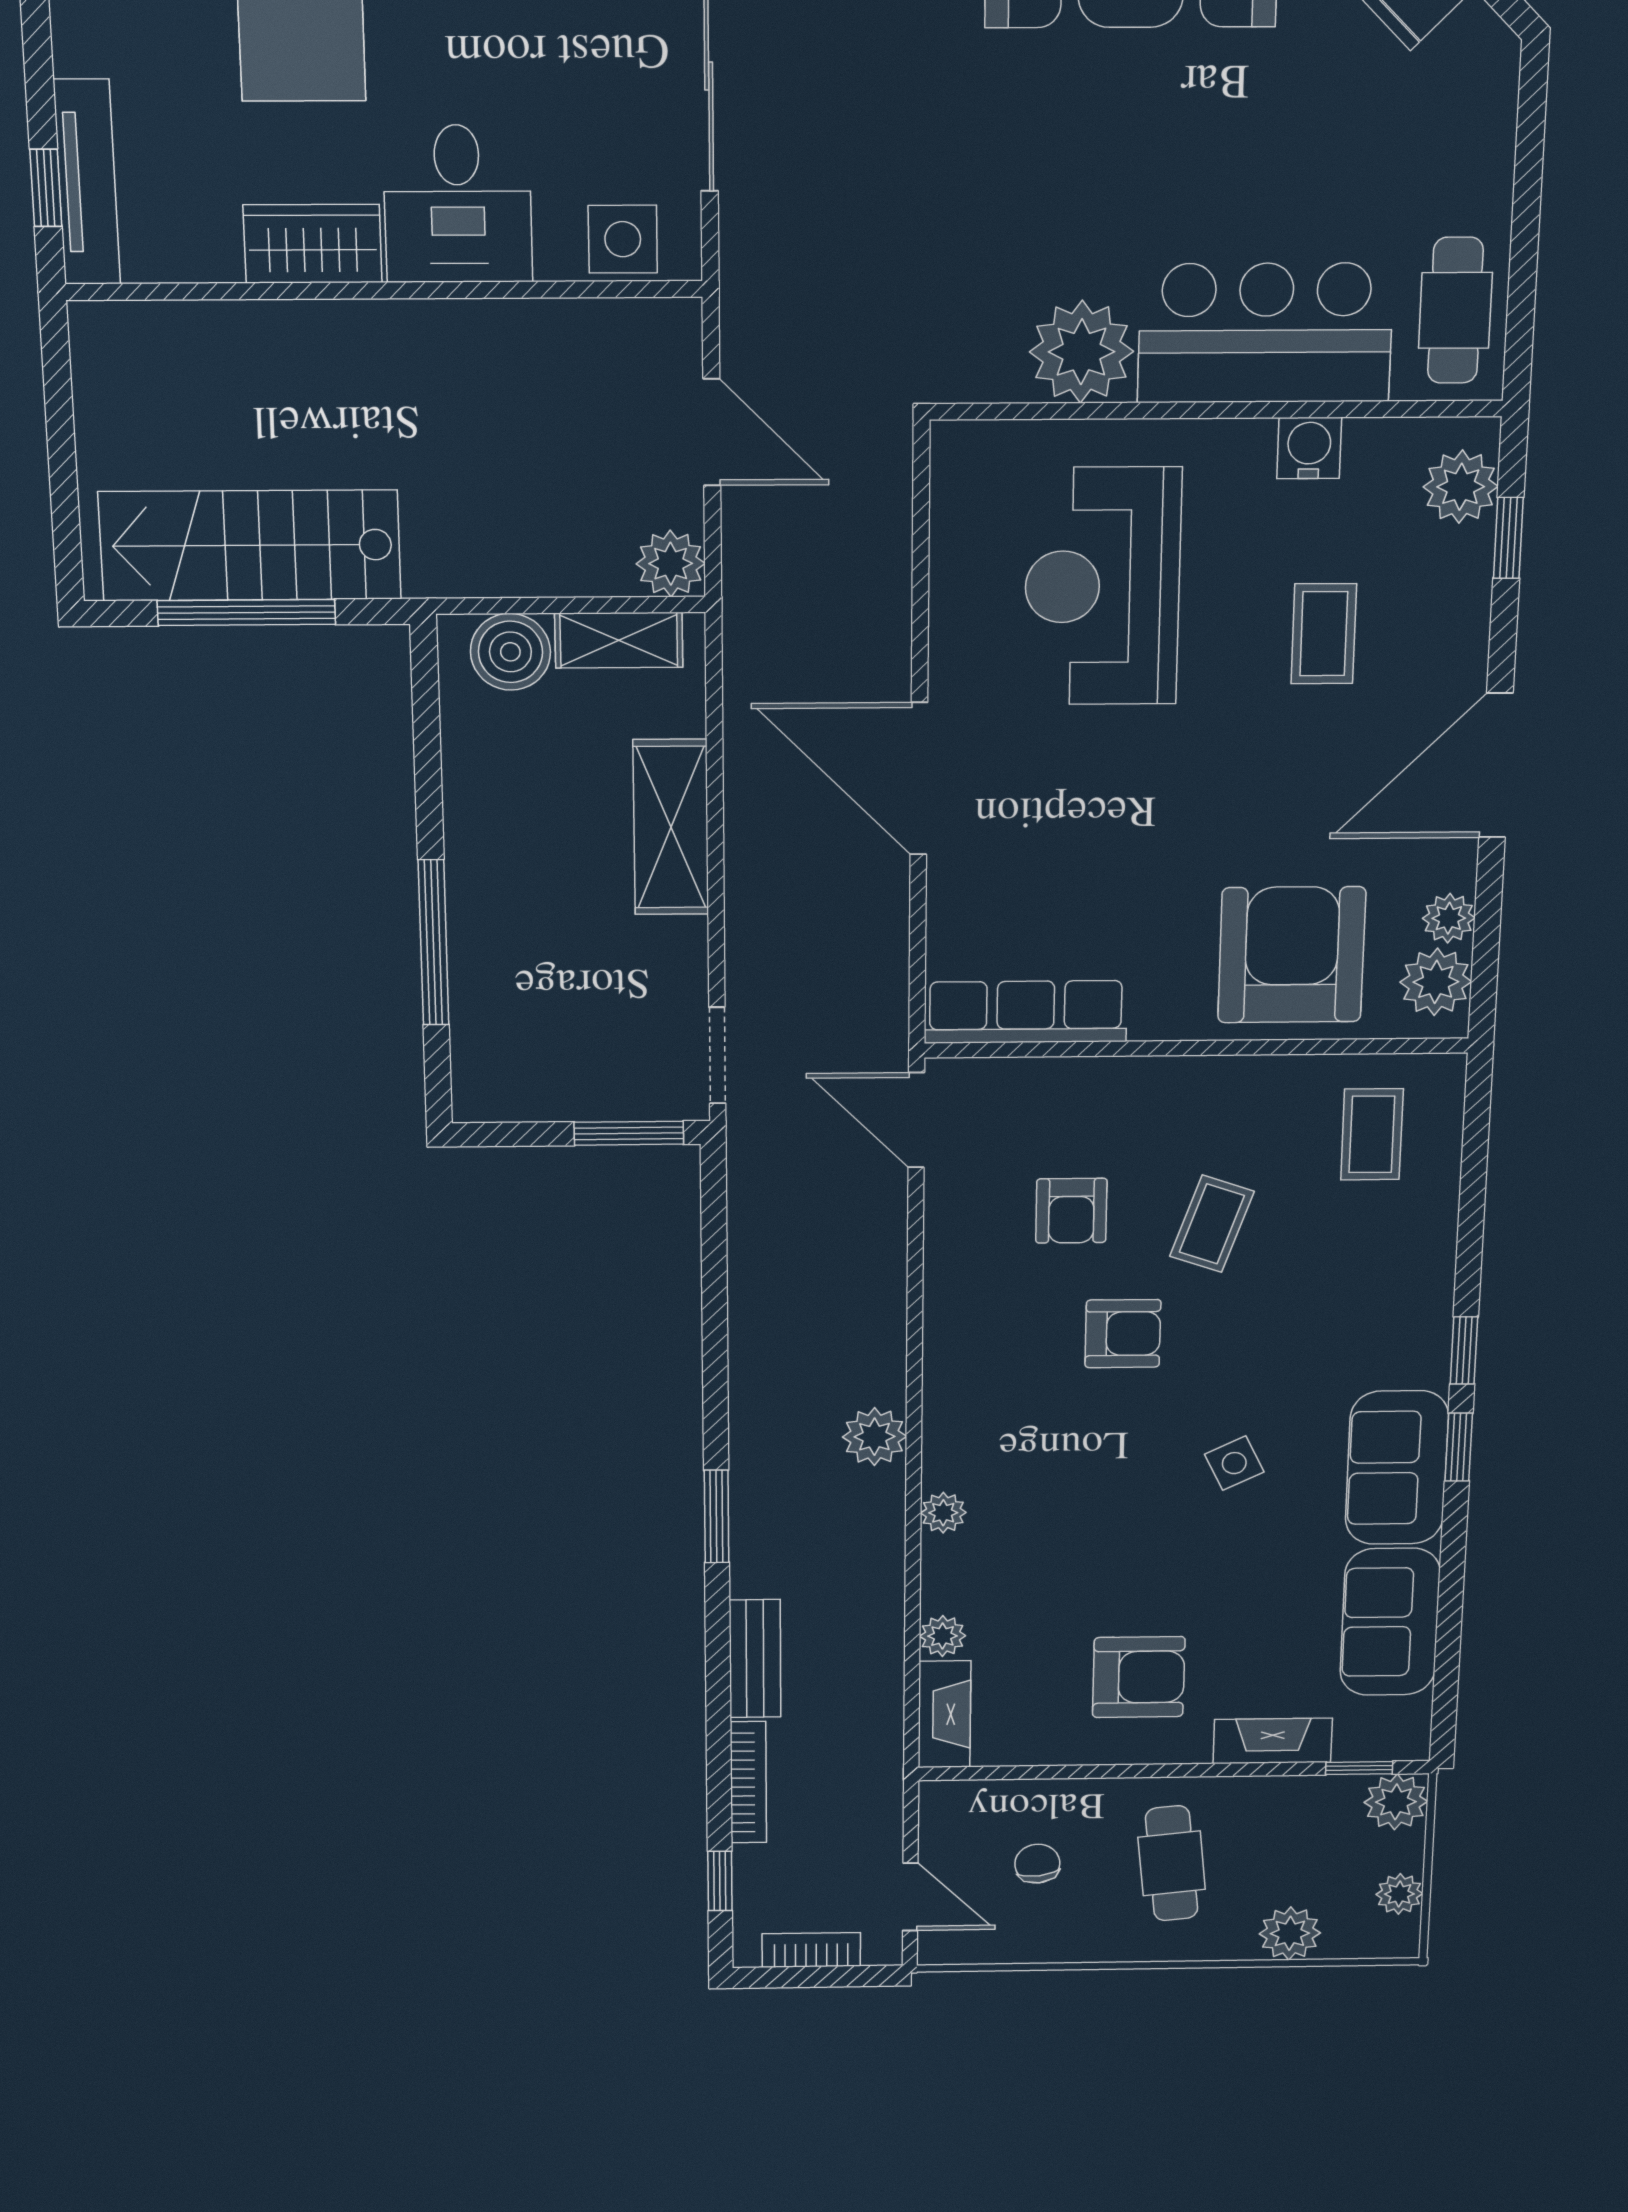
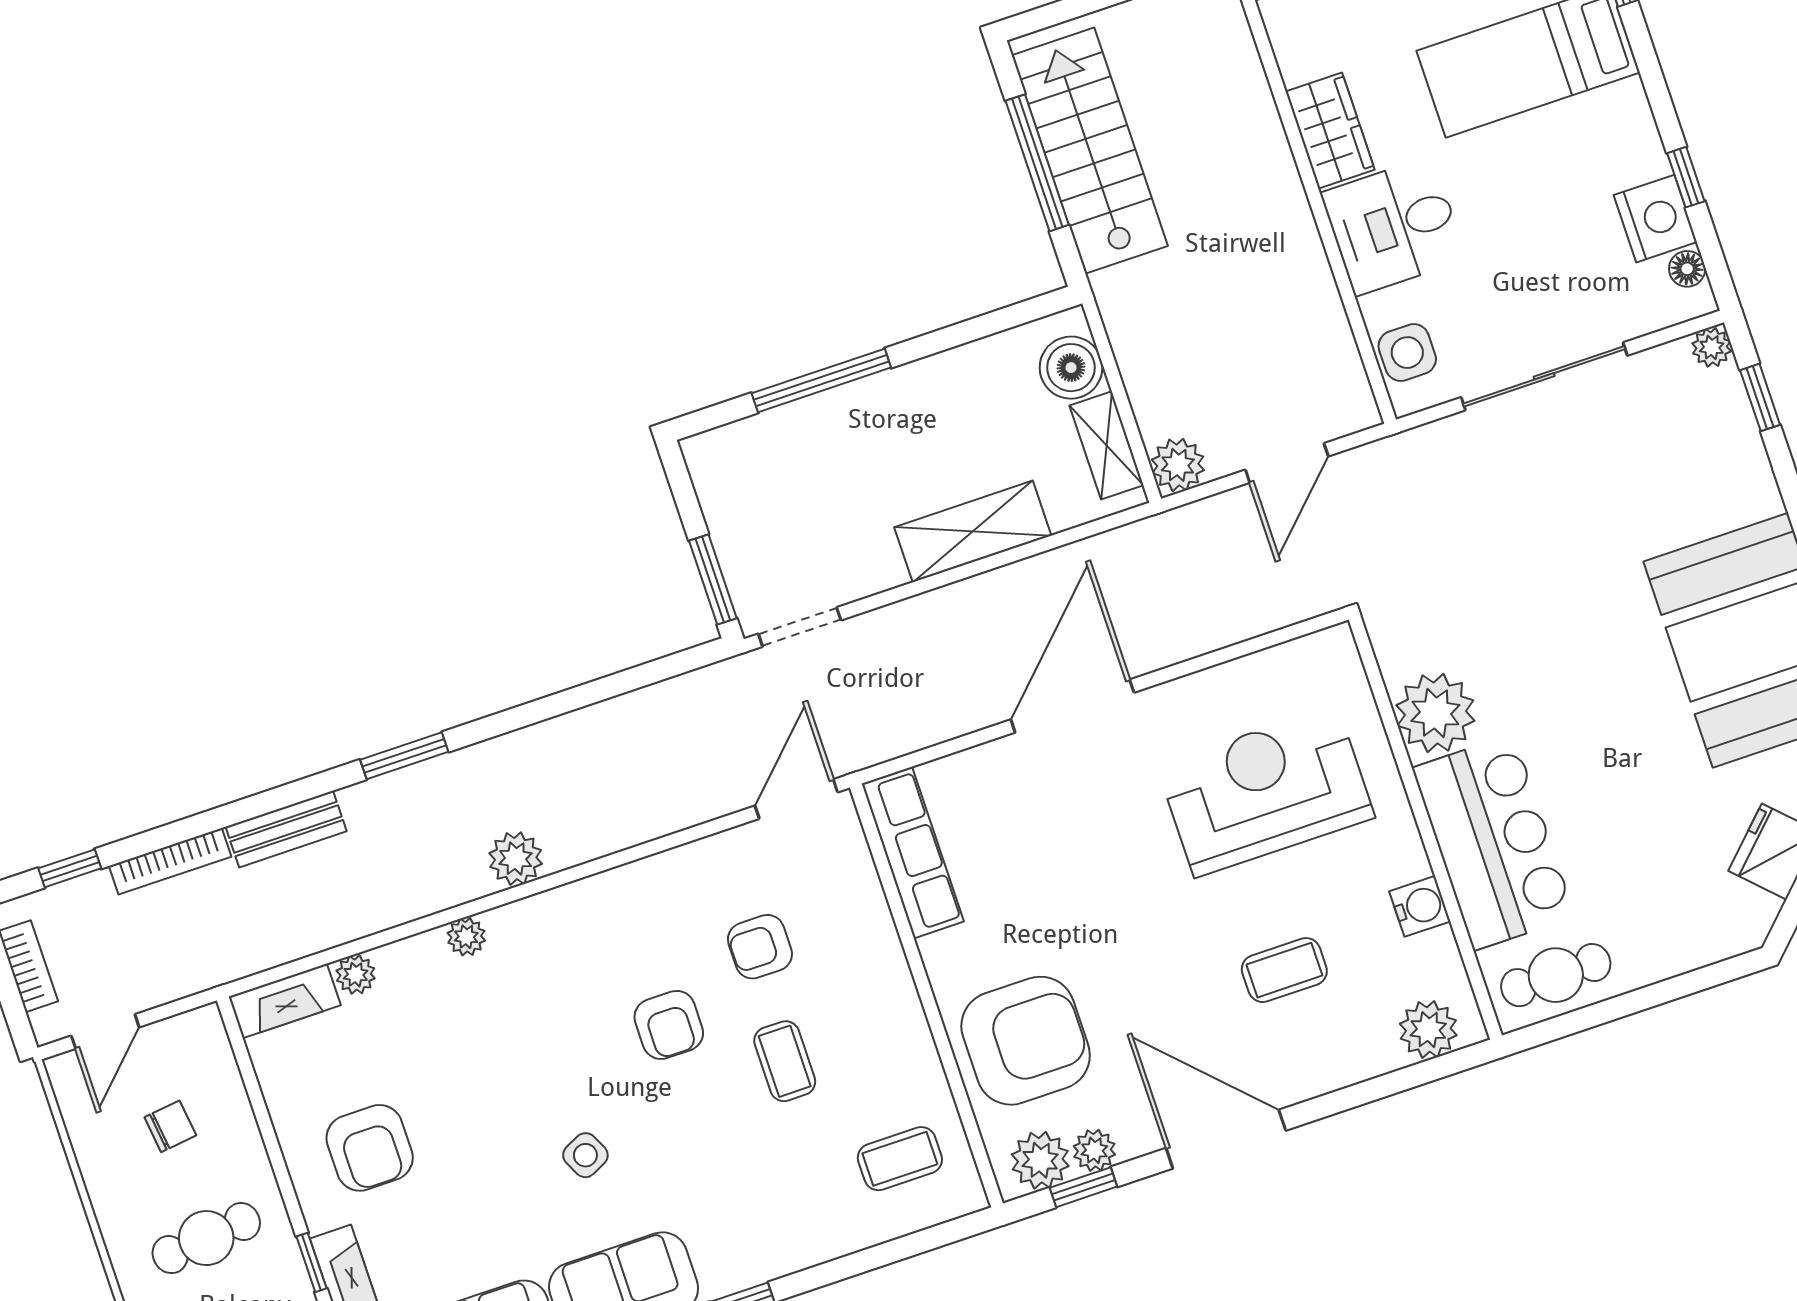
window: (1508, 538) -> (1083, 1187), moved
coffee table: (1212, 1224) -> (785, 1061), turned 71
window: (1240, 1770) -> (312, 1262), added

